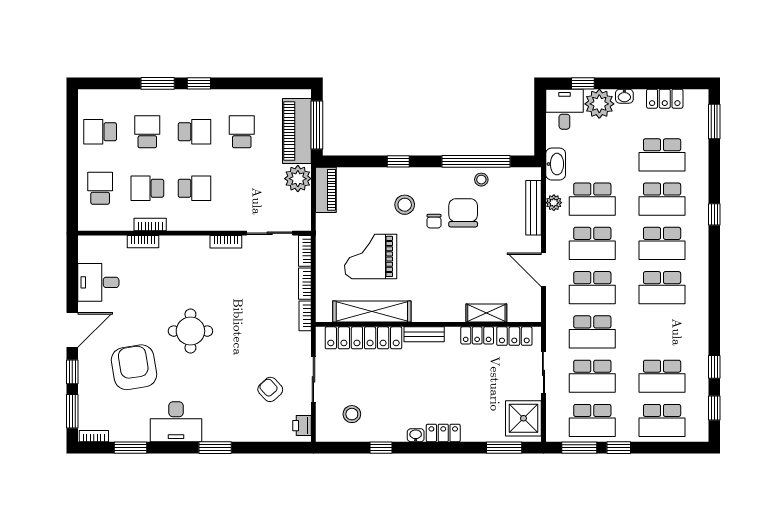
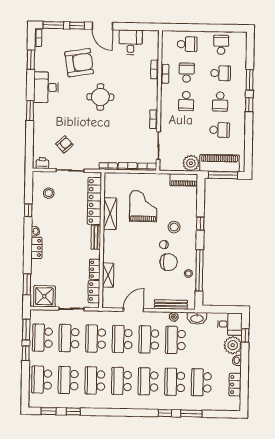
window: (714, 122) -> (191, 414), moved
shelving: (372, 312) -> (110, 214), width x0.68
school desk: (662, 332) -> (95, 380), added

